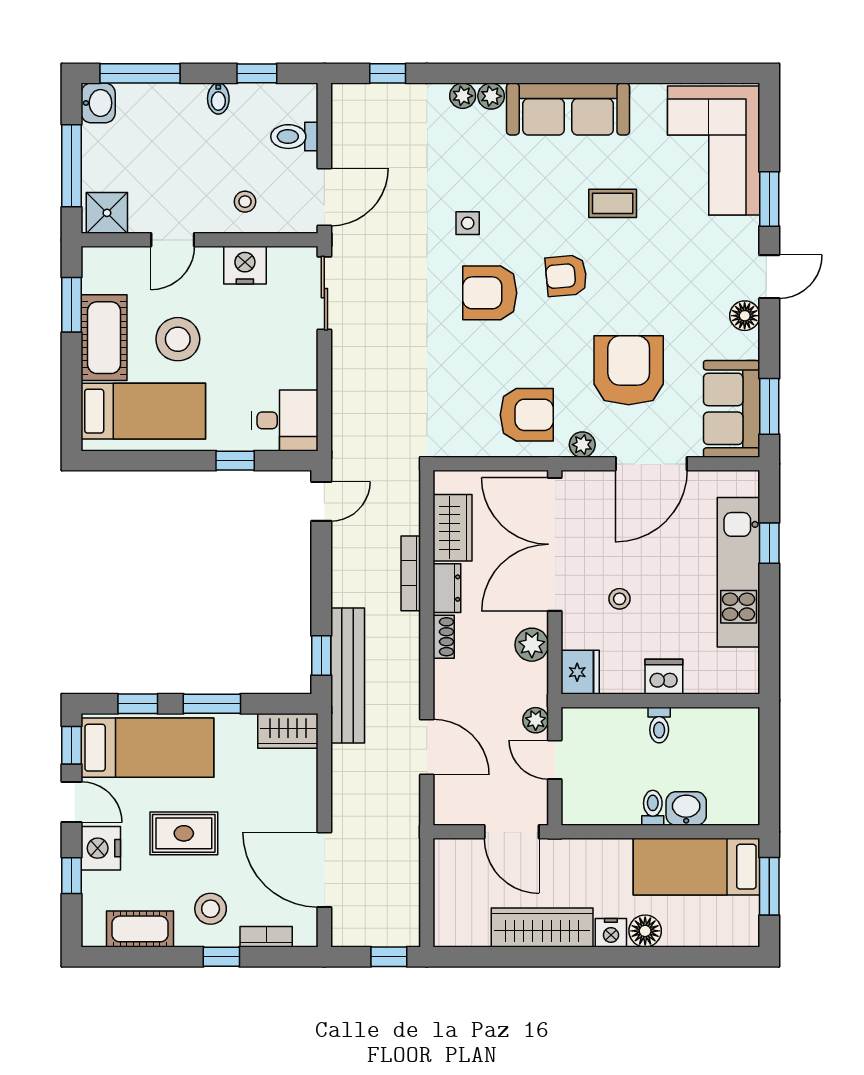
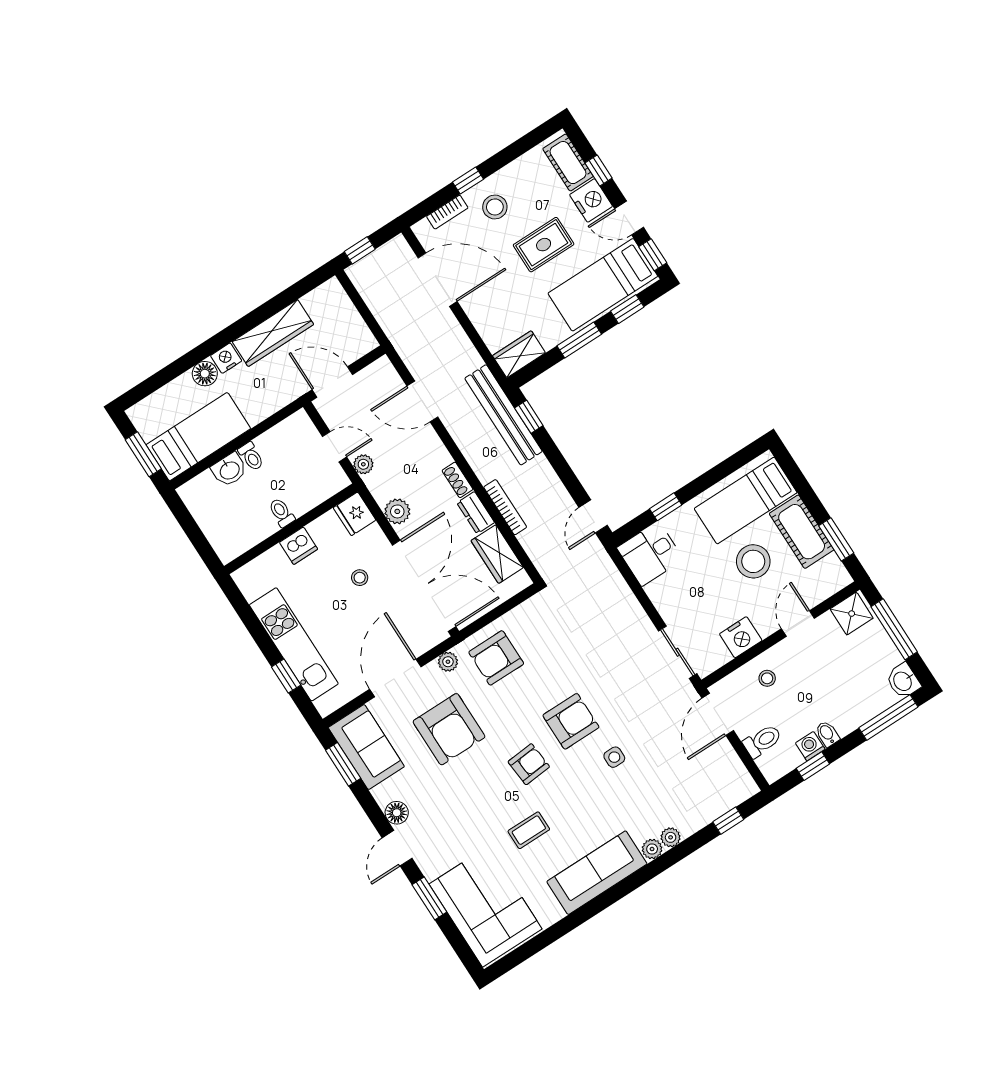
washing machine: (246, 97) -> (810, 746), added
cot: (140, 929) -> (568, 163), moved, turned 90

